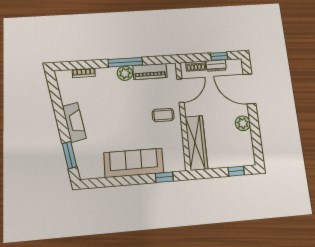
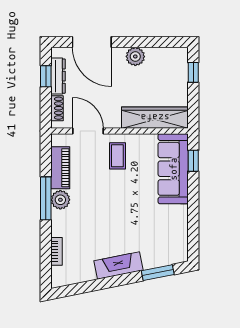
dresser: (216, 65) -> (58, 76), width x1.44
door: (250, 89) -> (92, 42), hinge flipped
sofa: (134, 163) -> (173, 169), moved

